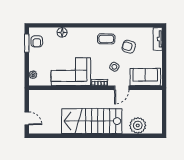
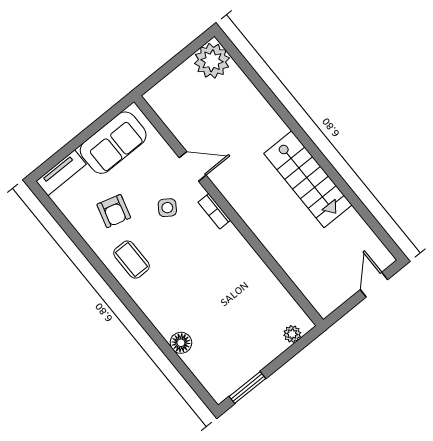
armchair: (37, 41) -> (231, 373), removed
corner sofa: (71, 72) -> (235, 274), removed
sofa: (145, 77) -> (113, 143), moved, turned -90
stairs: (92, 121) -> (308, 179), width x0.73, depth x0.66
plant: (138, 125) -> (212, 61), moved

